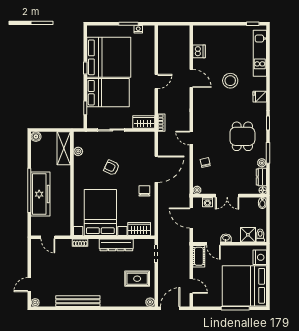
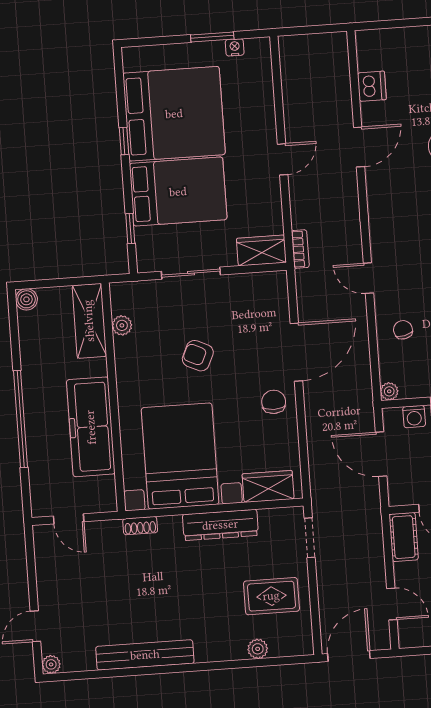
door: (191, 78) -> (359, 147), hinge flipped
freezer: (40, 194) -> (91, 427), moved, turned 180
plant: (150, 302) -> (258, 649), moved

